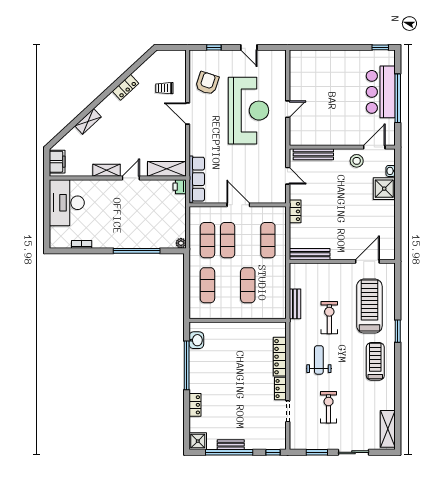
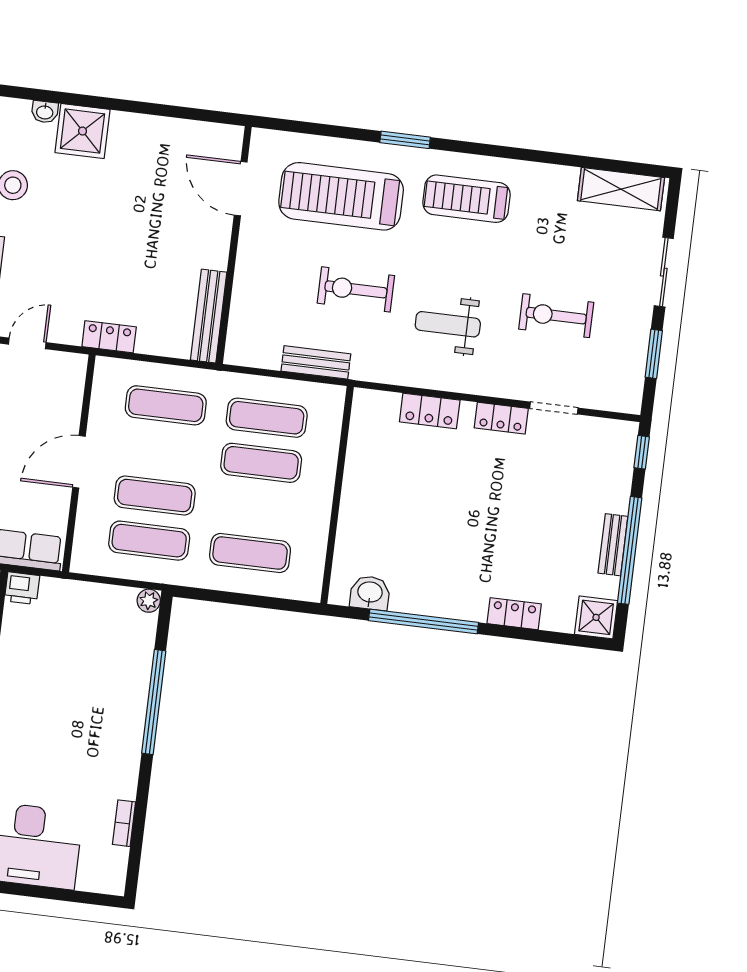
exercise mat: (268, 285) -> (267, 418), added
locker: (280, 357) -> (430, 411), width x0.66

